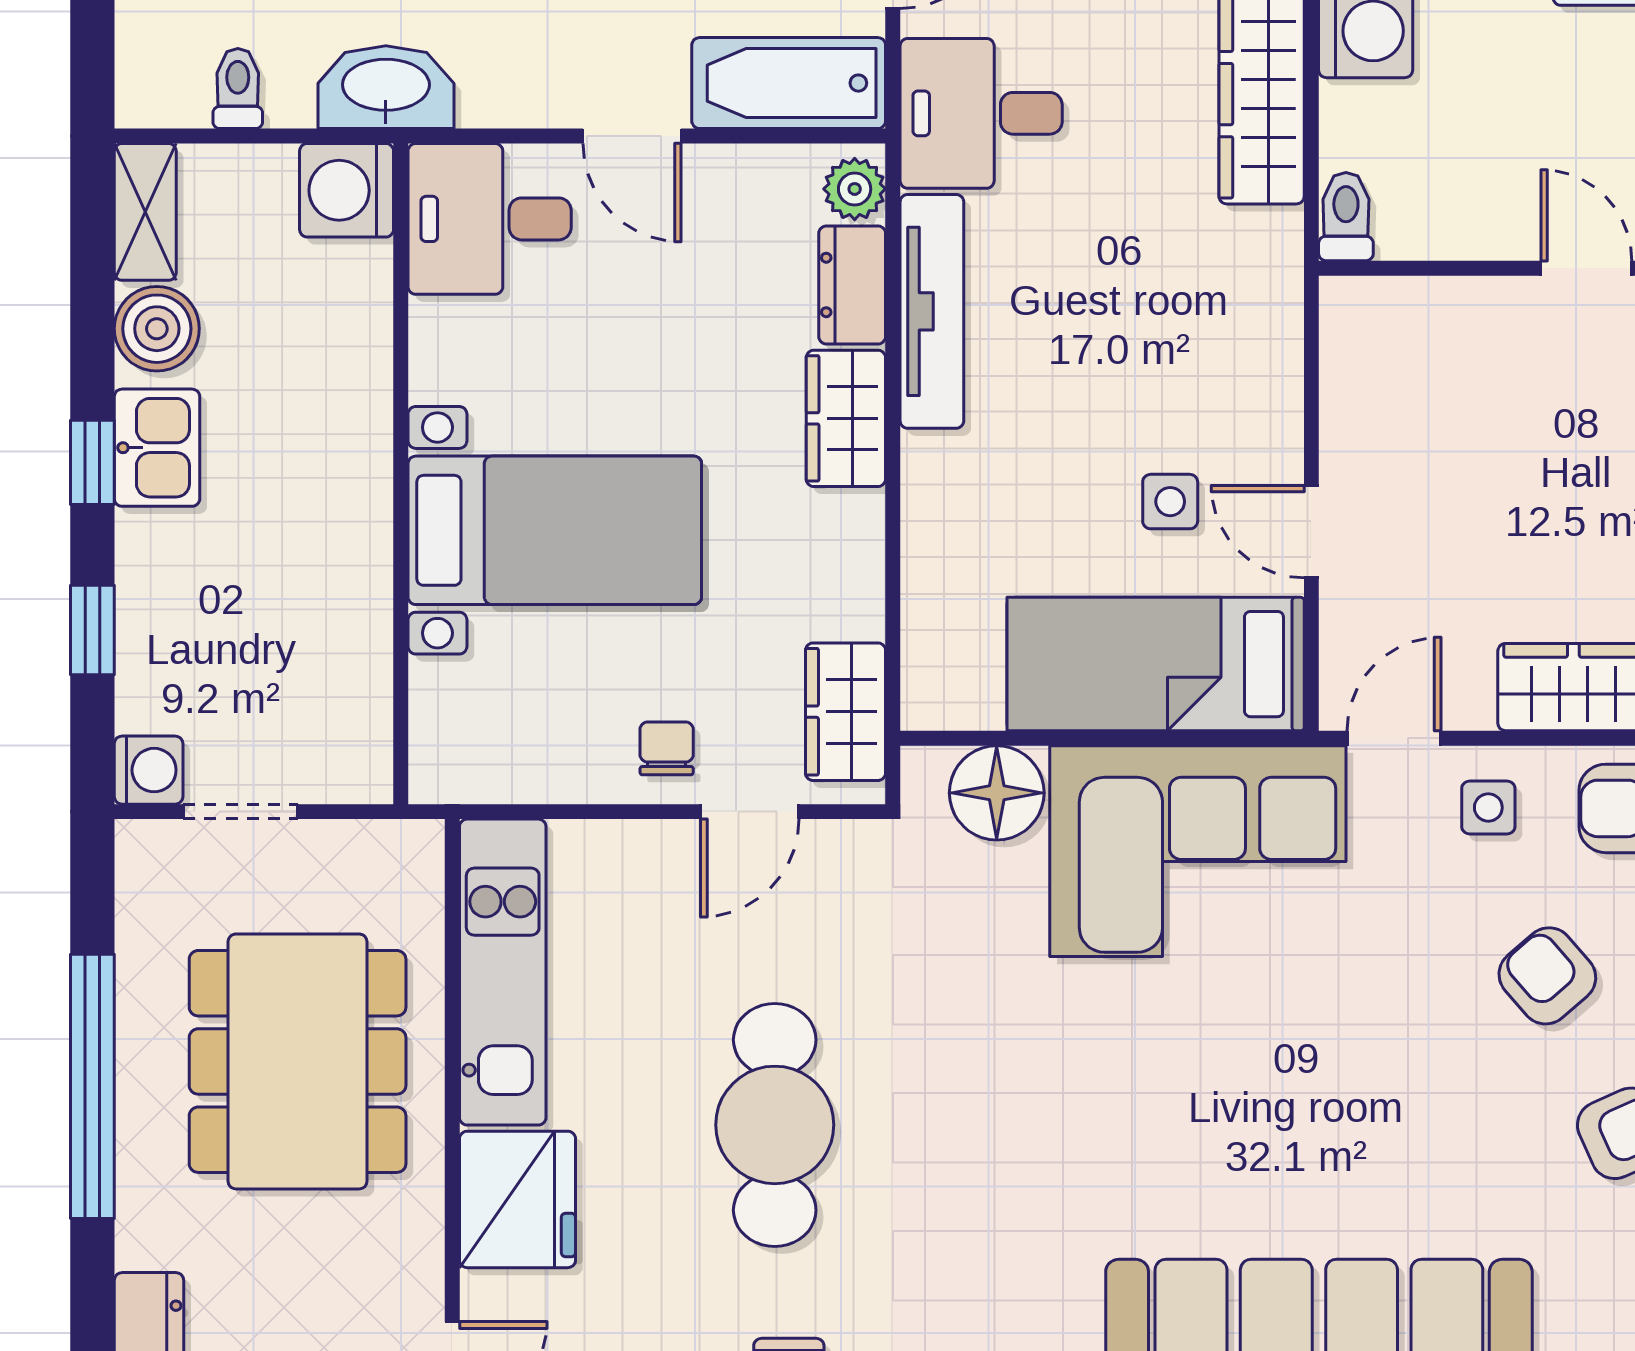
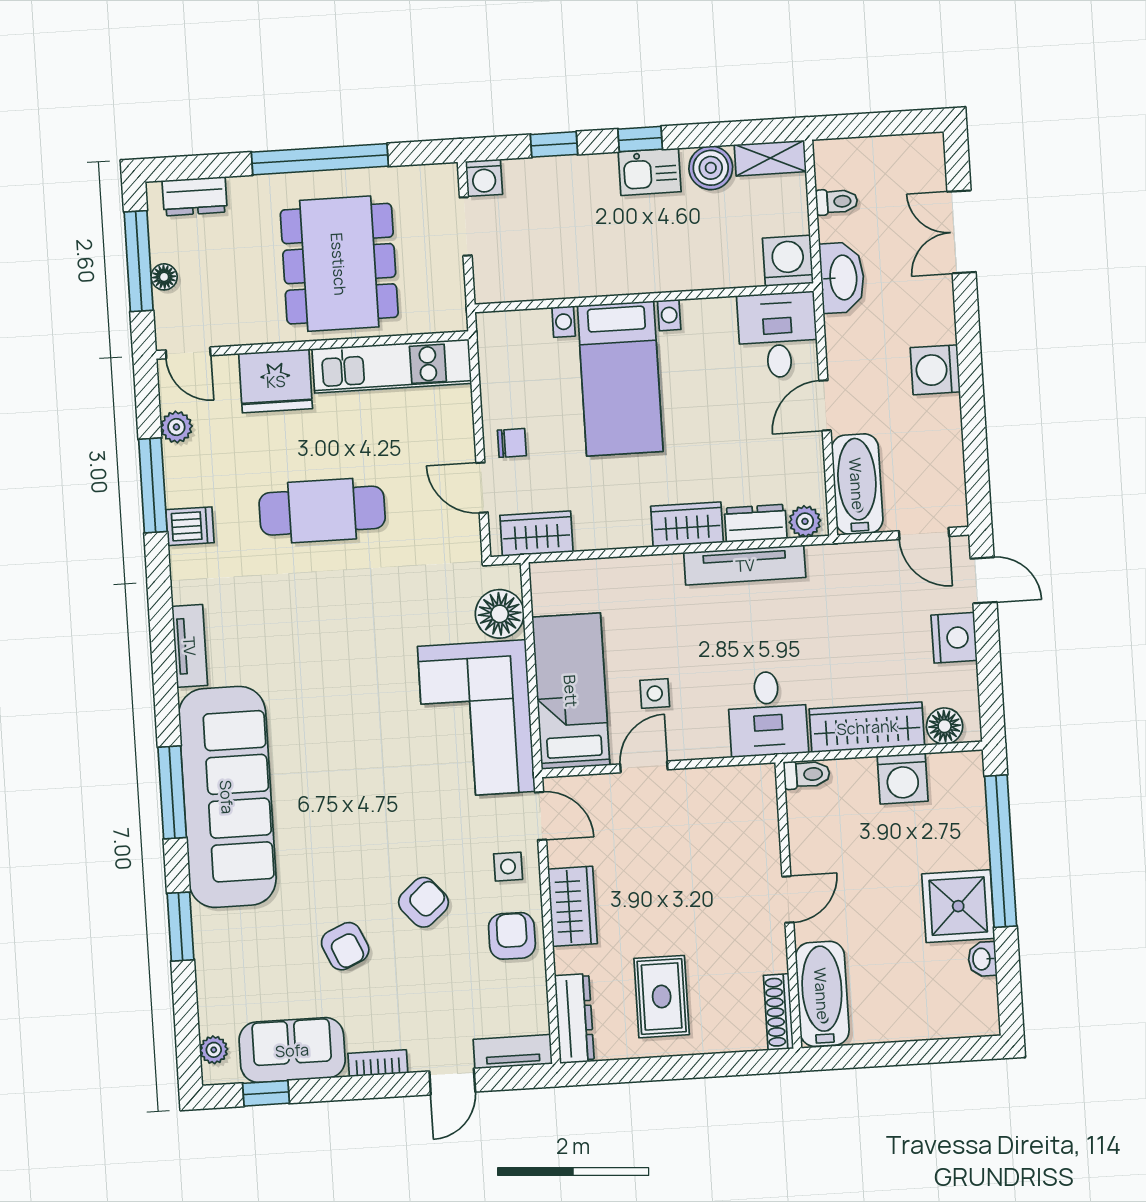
desk: (981, 113) -> (768, 714), moved, turned 180
dining table: (298, 1061) -> (339, 264), turned 90

